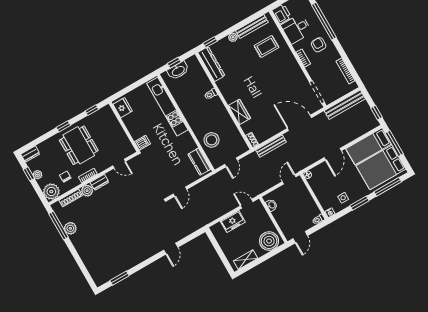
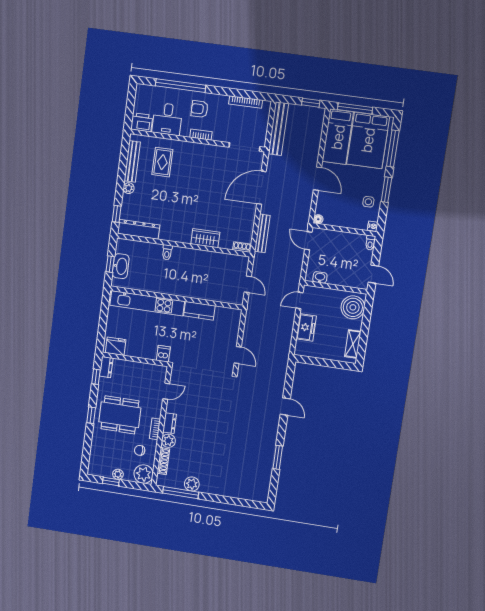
stool: (212, 140) -> (212, 286), removed
dresser: (30, 154) -> (106, 367), moved
kitchen counter: (199, 162) -> (199, 311), moved
window: (120, 278) -> (278, 457), moved

